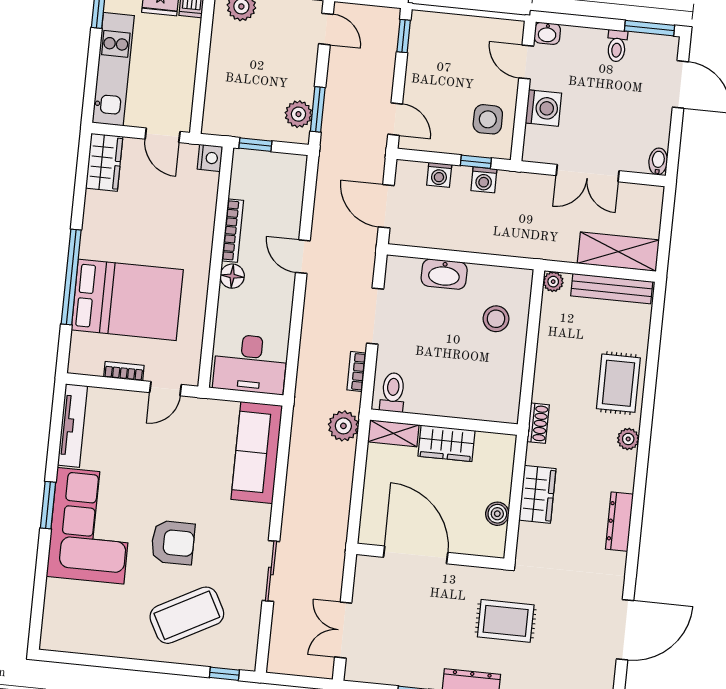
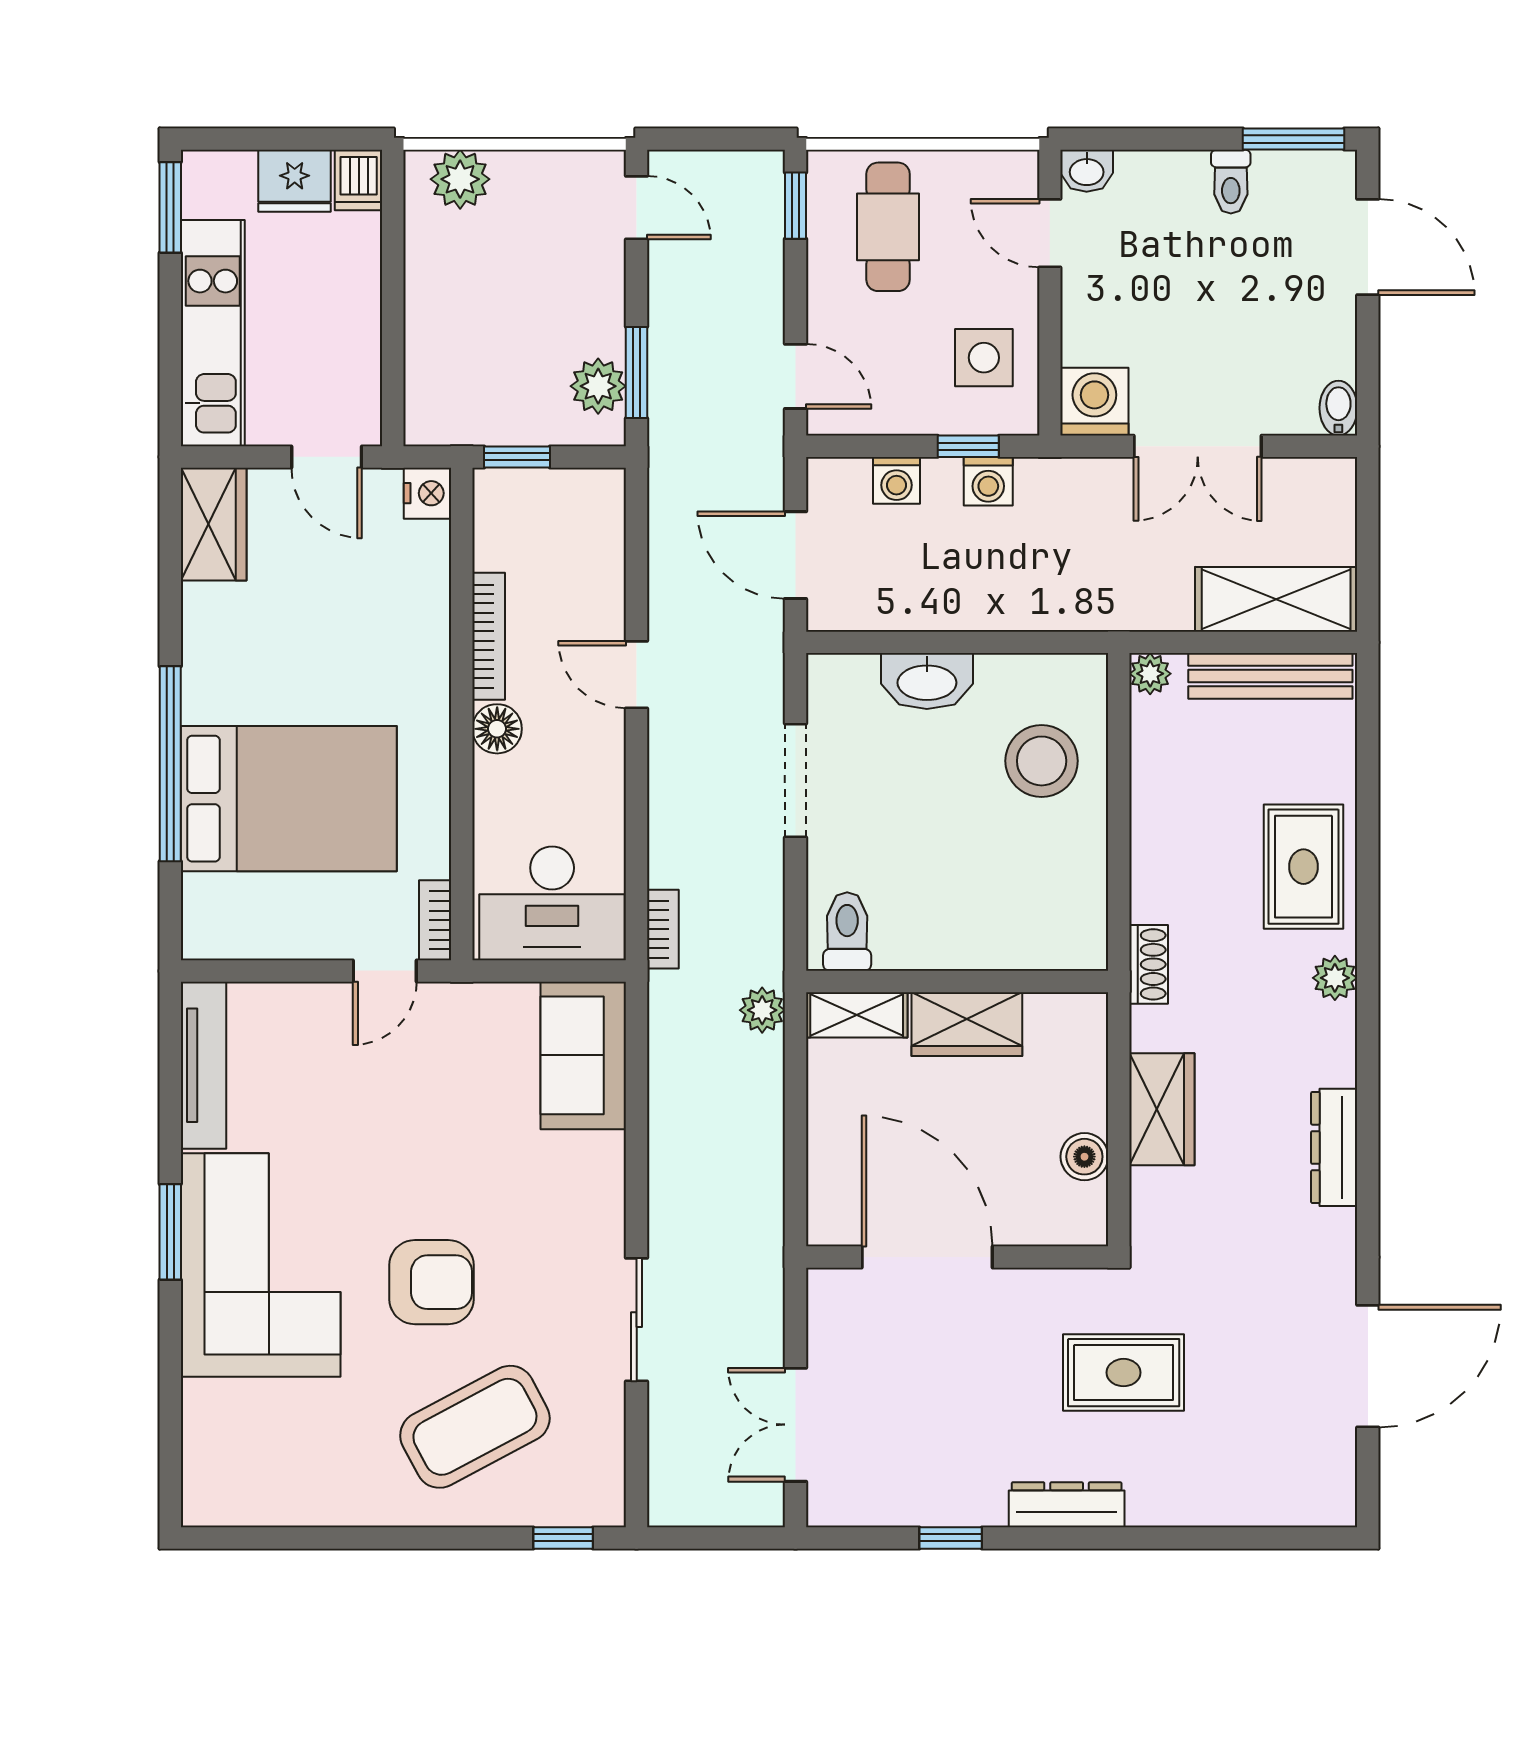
cafe table: (448, 51) -> (888, 227), added
washing machine: (543, 108) -> (1094, 402), moved, turned -90
stool: (496, 319) -> (1042, 761), width x1.38, depth x1.38
bookcase: (124, 371) -> (435, 920), moved, turned -90
bookcase: (356, 372) -> (663, 929), moved, turned 180
plant: (343, 426) -> (762, 1010), width x0.73, depth x0.73
sofa: (257, 453) -> (583, 1055), width x0.73

